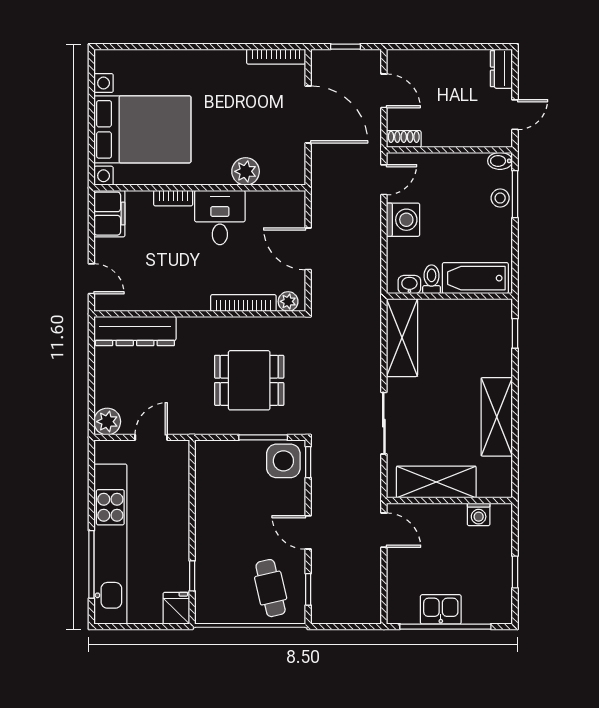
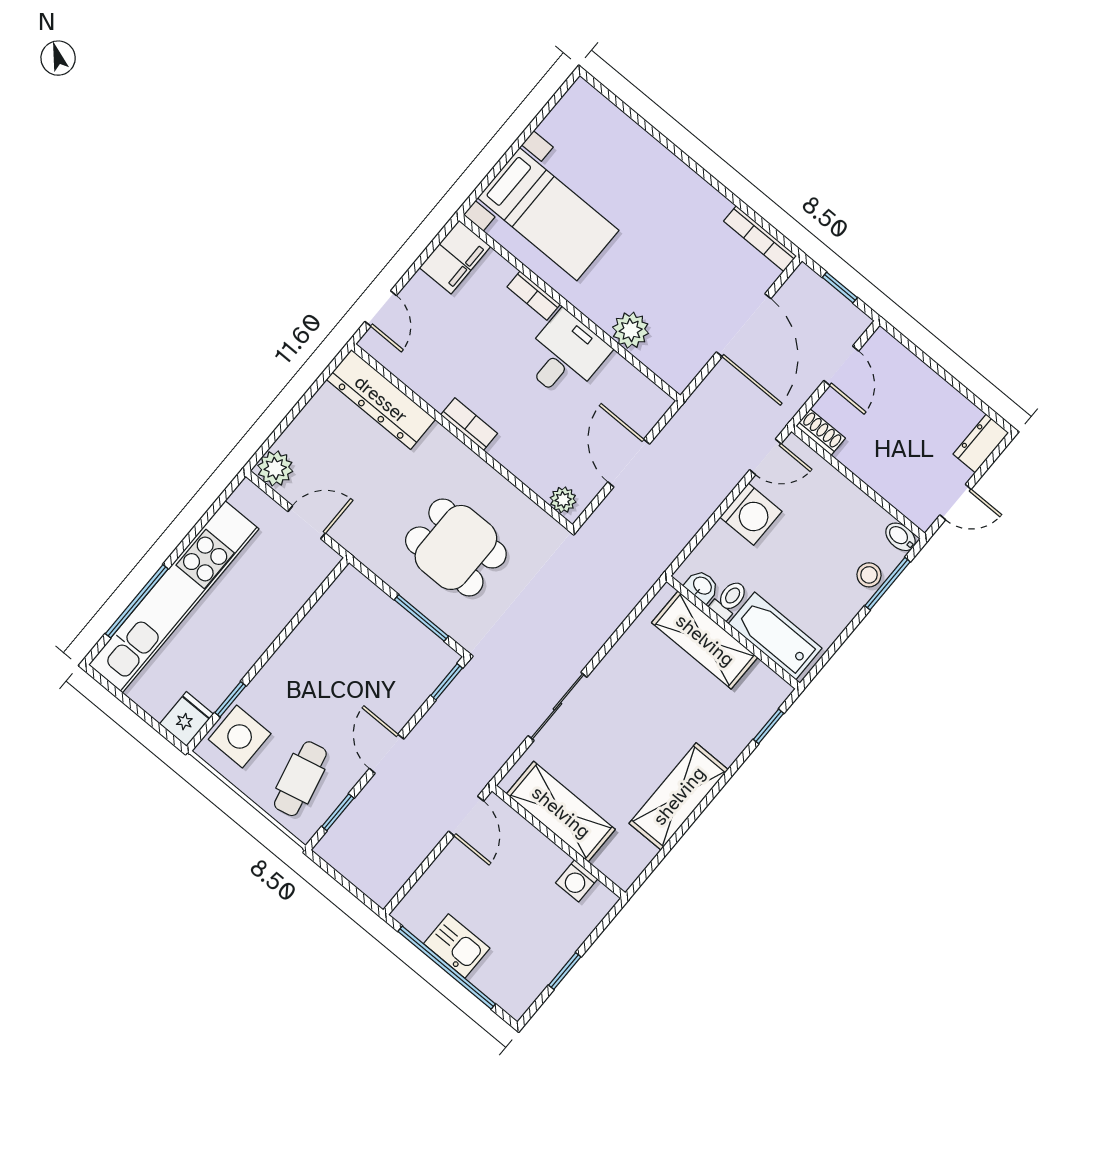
bed with nightstands: (142, 129) -> (548, 214), width x0.73
bookcase: (243, 303) -> (469, 424), moved, width x0.64
shelving: (402, 338) -> (705, 640), moved, turned 90
side table: (283, 461) -> (240, 736), moved

